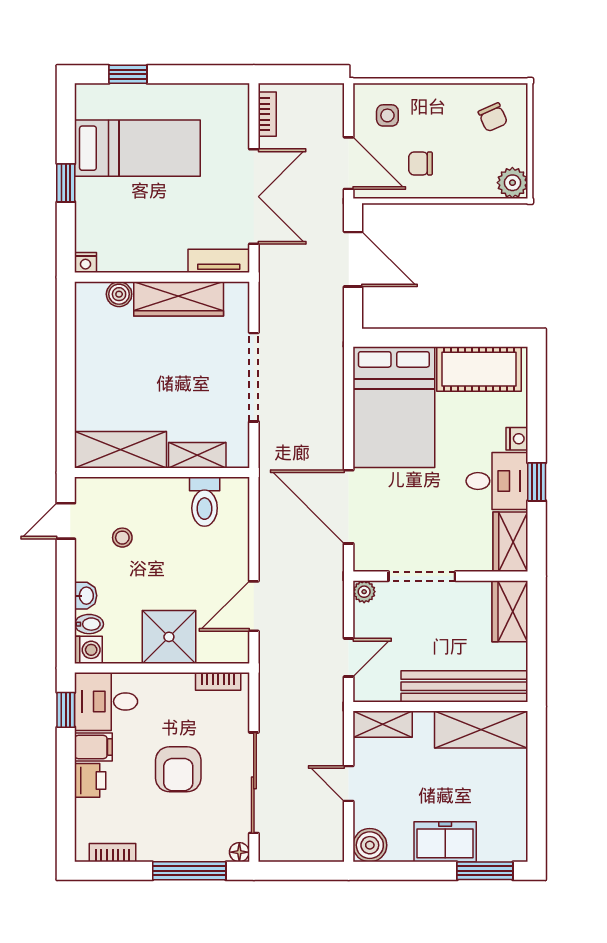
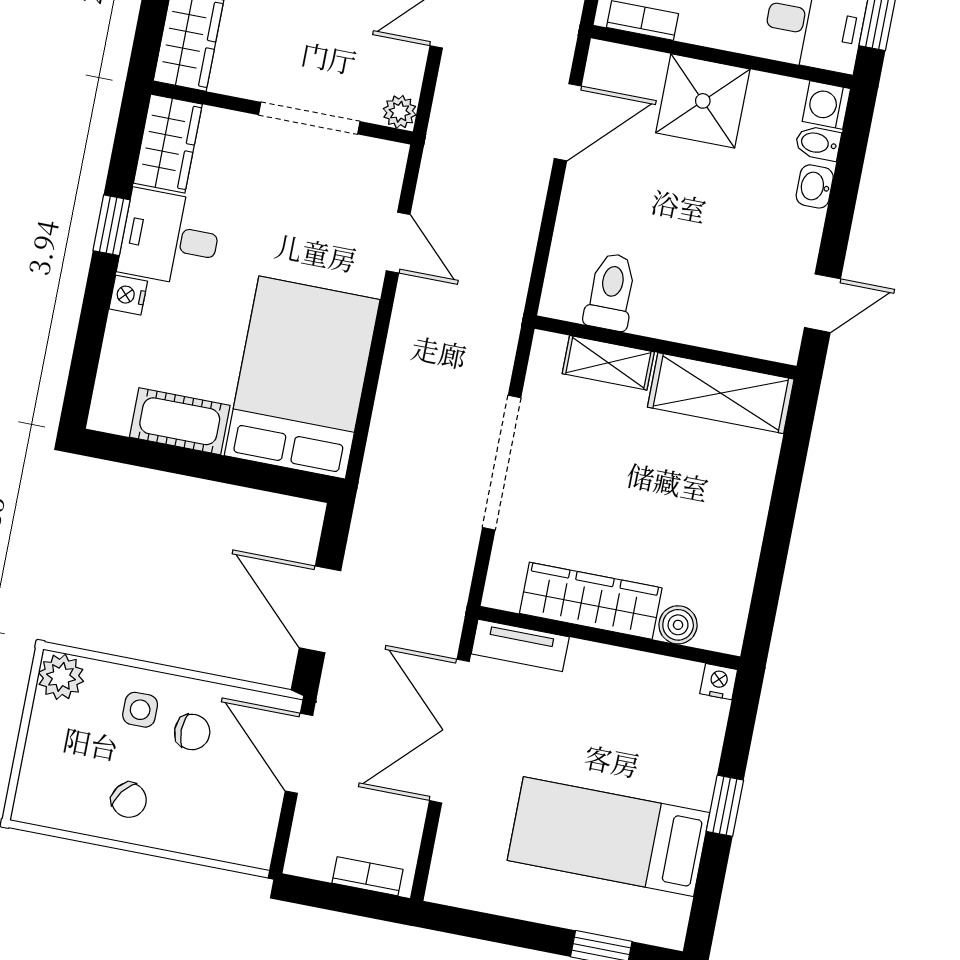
bookcase: (267, 114) -> (368, 876), moved, turned 90
side table: (387, 115) -> (140, 710), moved
chair: (493, 117) -> (129, 800), moved, turned 151
cot: (479, 369) -> (180, 421), width x0.73, depth x0.75
door: (349, 507) -> (398, 243), width x0.53
stool: (122, 538) -> (743, 262), removed

